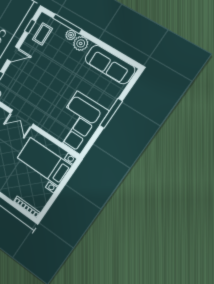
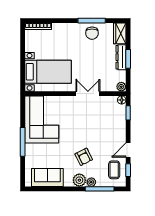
door: (13, 54) -> (128, 150), moved
armchair: (62, 63) -> (84, 157), added
sofa: (110, 64) -> (47, 177), width x0.73

